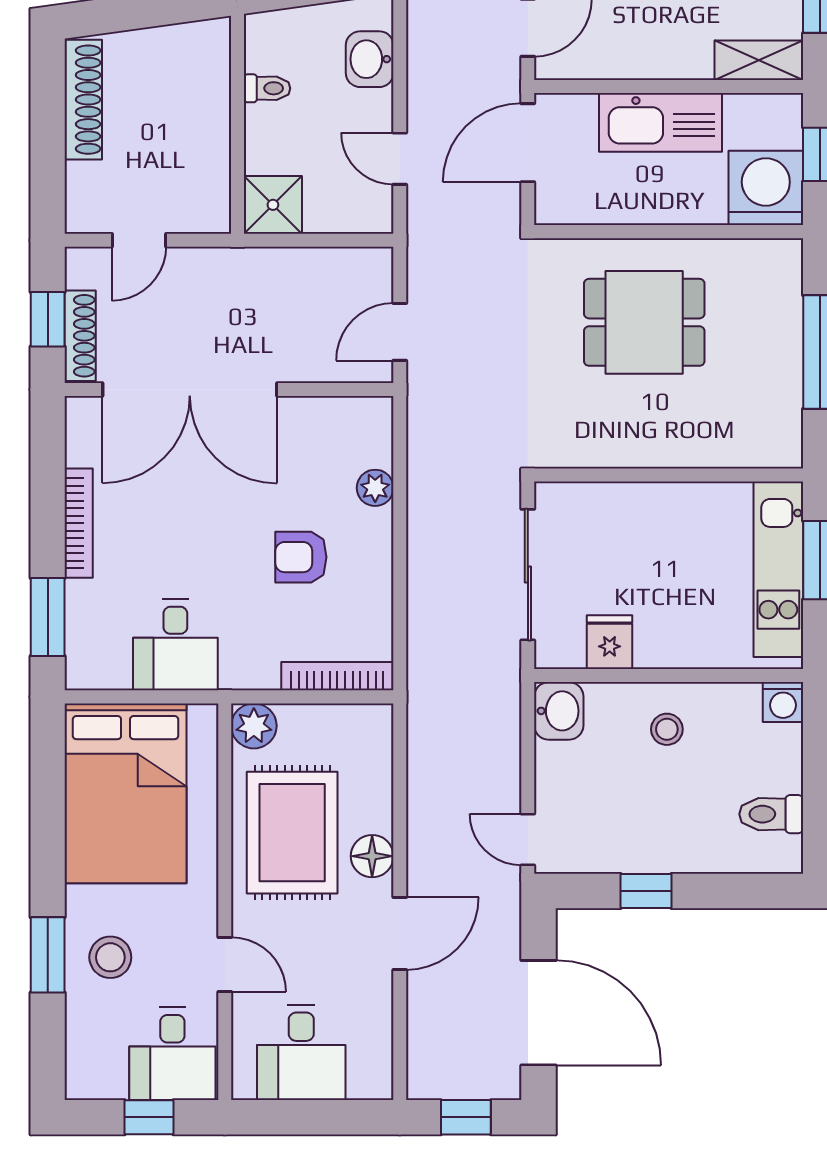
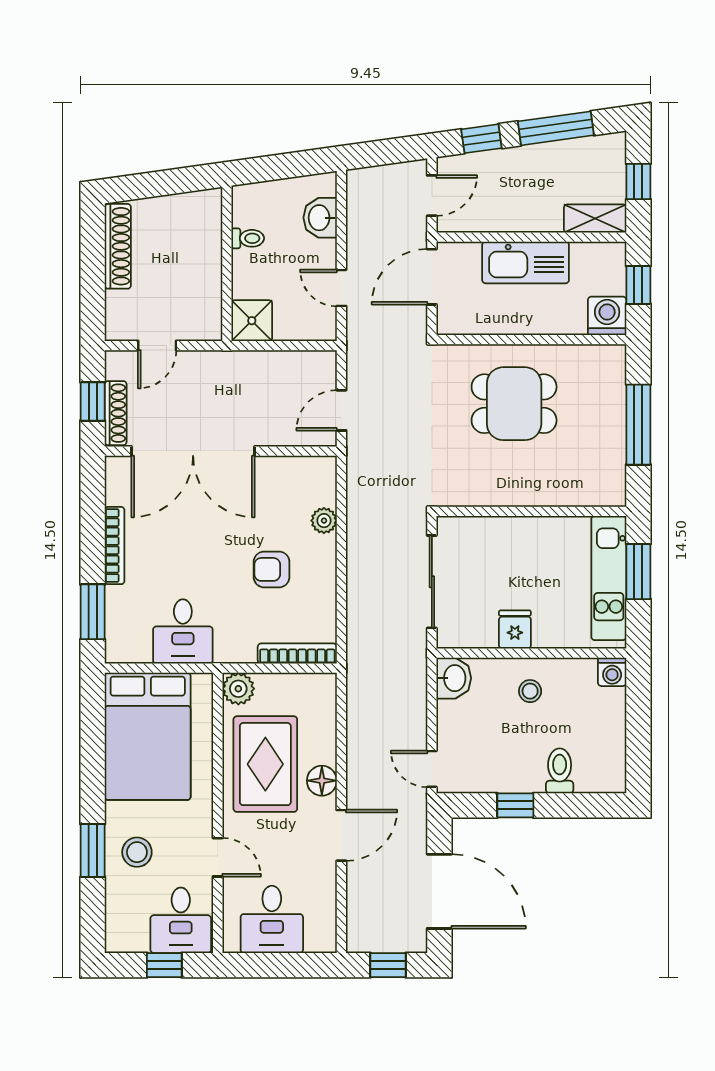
washing machine: (766, 188) -> (607, 316), width x0.73, depth x0.73
fridge: (610, 642) -> (515, 630), moved
toilet: (771, 814) -> (560, 771), moved, turned 90

